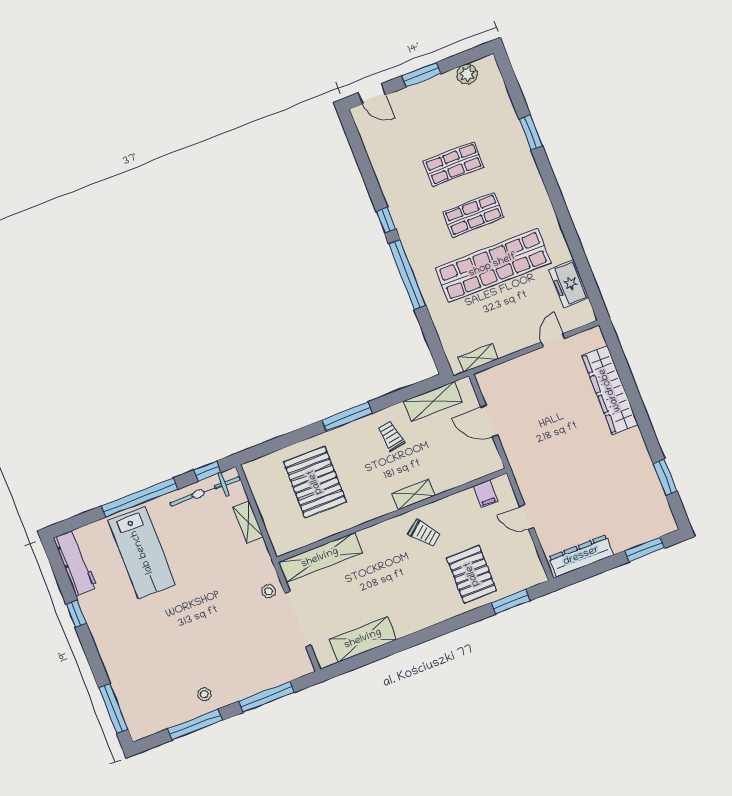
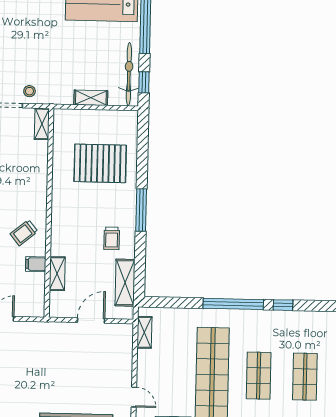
trolley: (391, 436) -> (112, 238), turned 100
shelving: (414, 494) -> (57, 274), moved
filing cabinet: (486, 494) -> (36, 264), moved
shelving: (320, 558) -> (42, 124), width x0.45, depth x0.75

